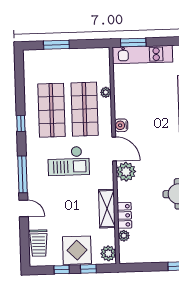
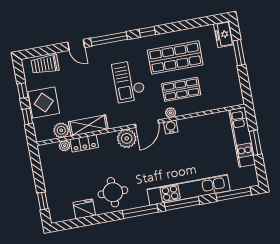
window: (133, 42) -> (256, 143), moved
freezer: (35, 58) -> (224, 34), added
plant: (106, 92) -> (171, 113), moved
shop shelf: (85, 109) -> (181, 89), width x0.70, depth x0.74
window: (21, 123) -> (147, 32), moved
door: (24, 208) -> (76, 45), hinge flipped
plant: (108, 253) -> (61, 130), moved

